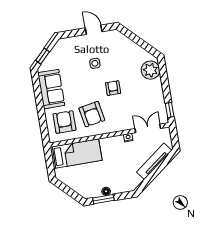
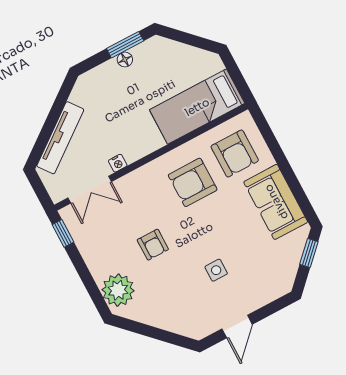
door: (94, 30) -> (237, 327), hinge flipped
armchair: (113, 88) -> (153, 245), moved
armchair: (92, 114) -> (193, 182), turned -80

